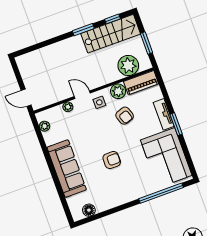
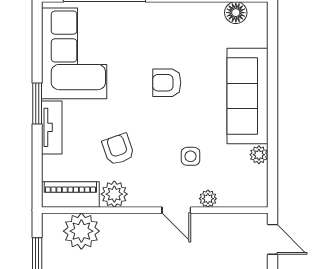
side table: (99, 102) -> (191, 156), moved
plant: (45, 126) -> (259, 155), moved

